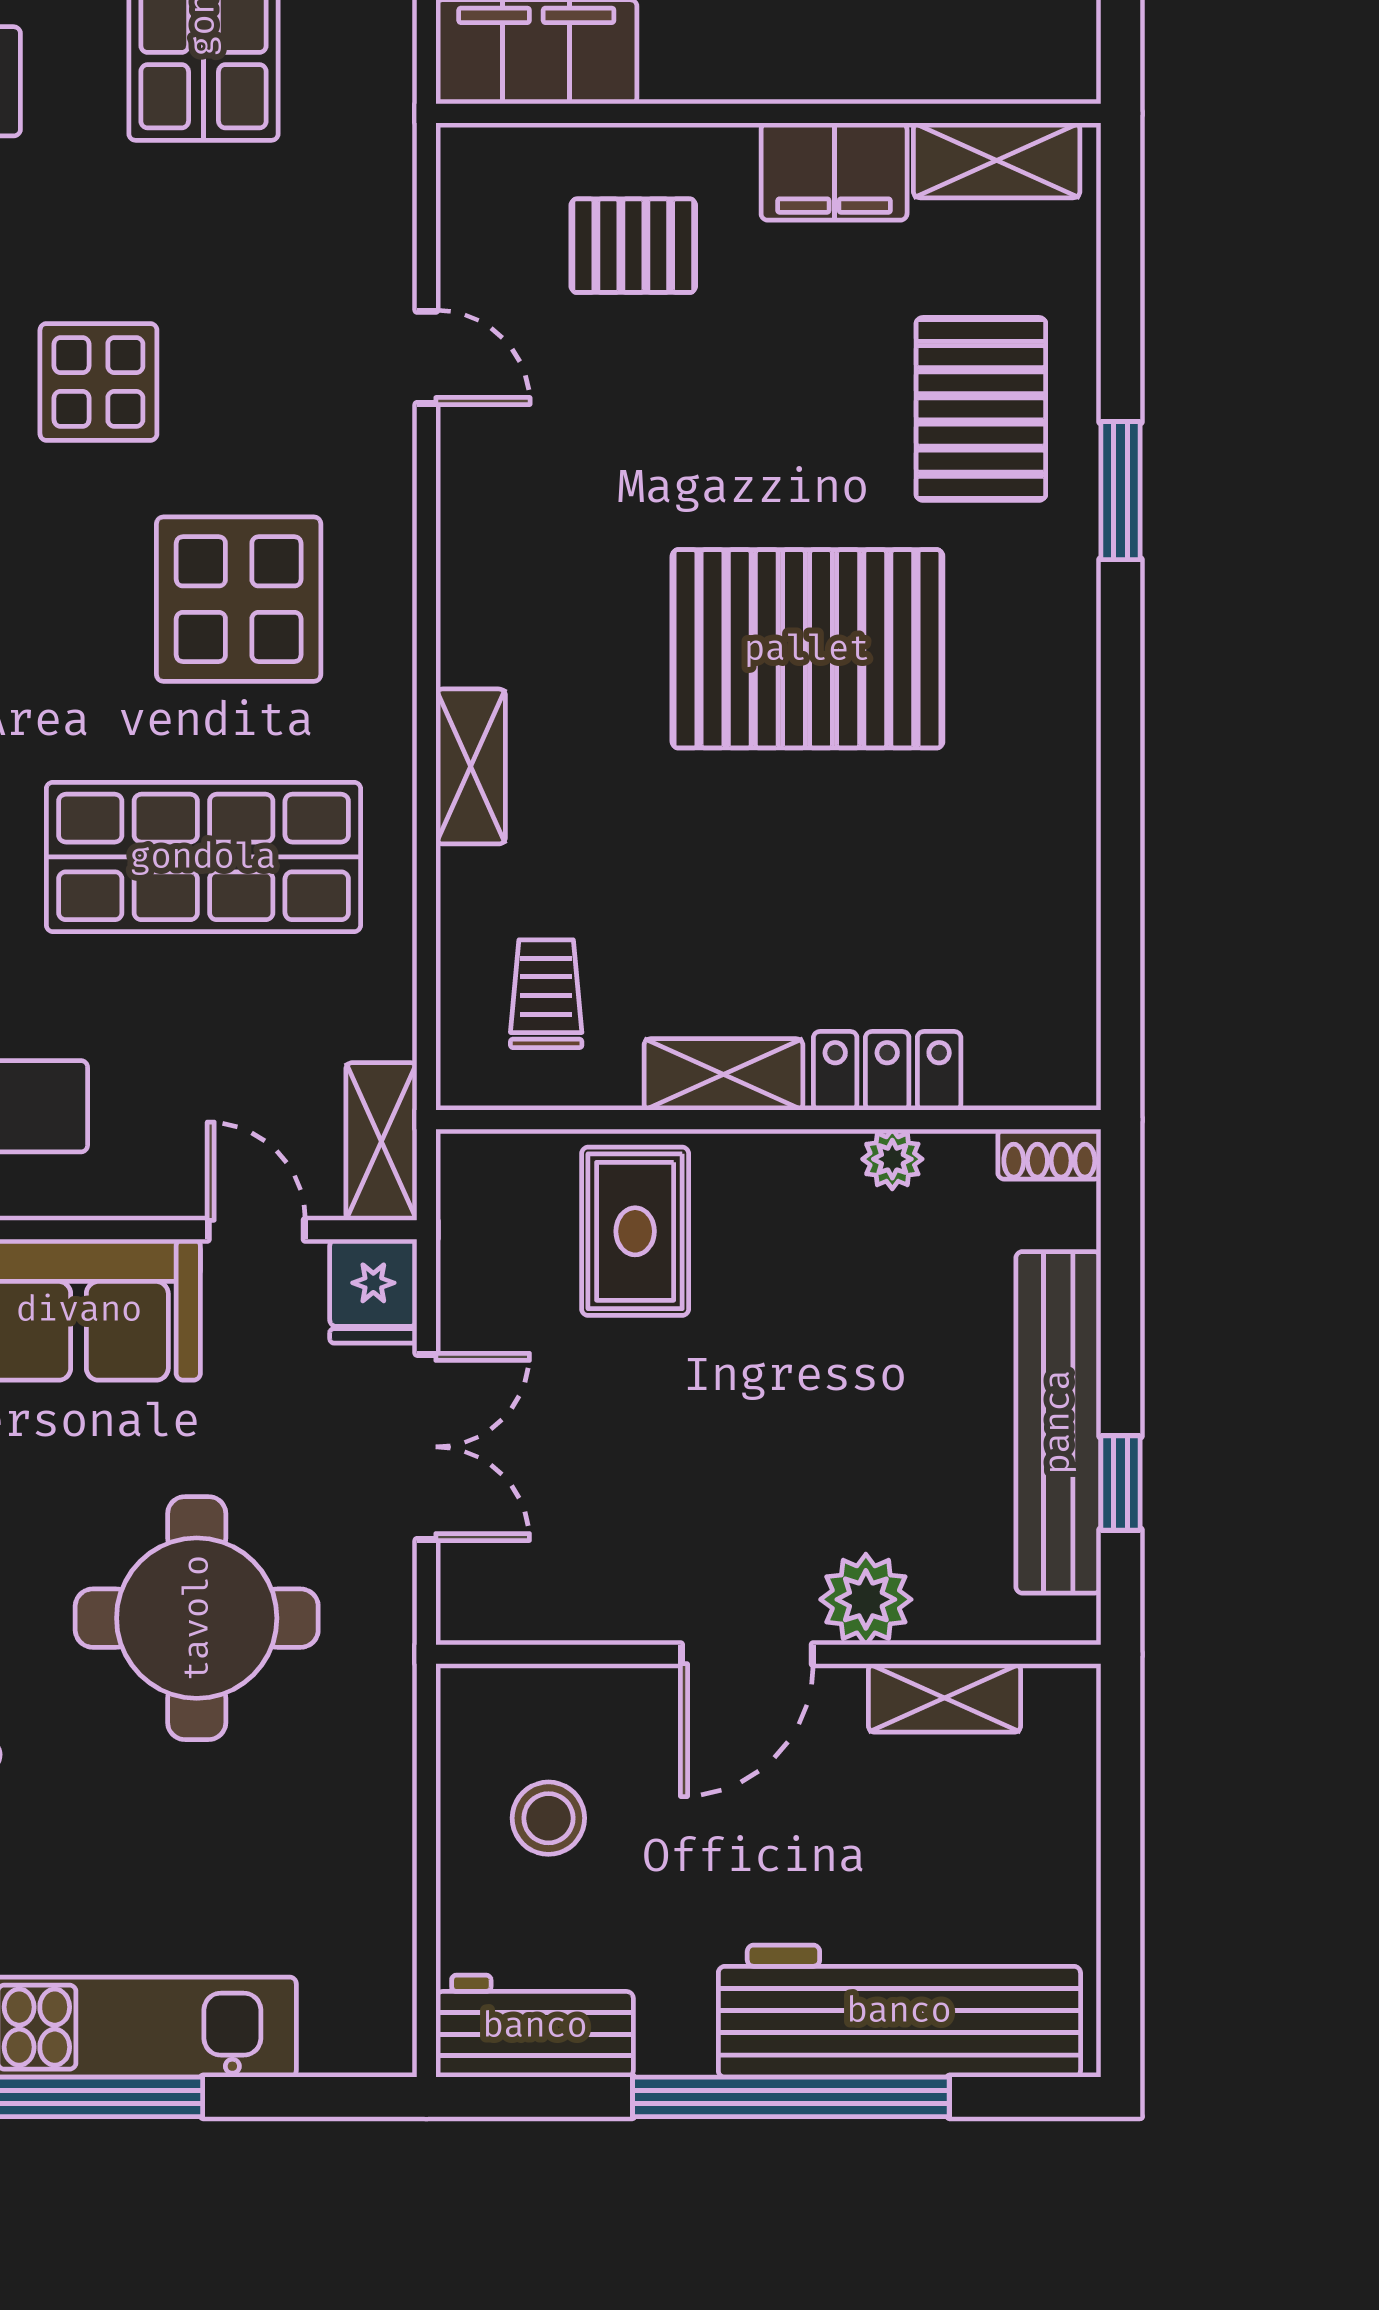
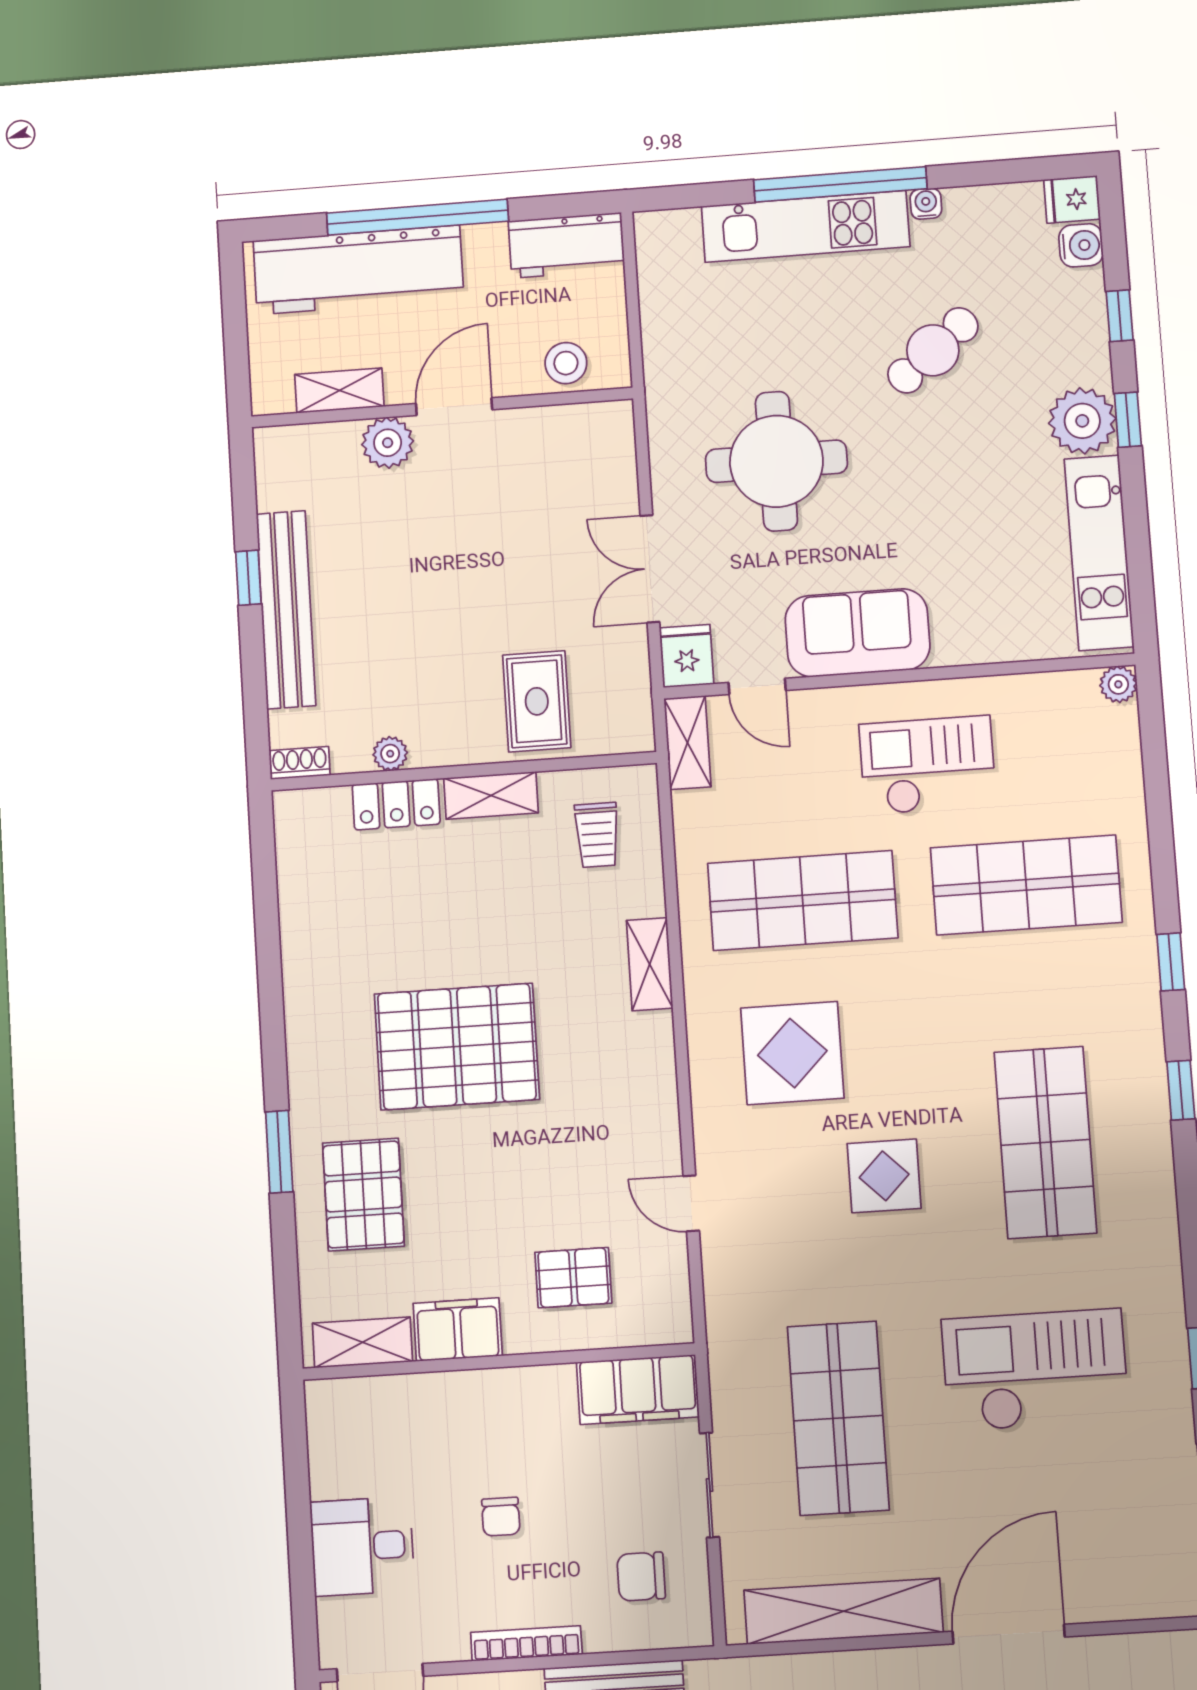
plant: (866, 1599) -> (388, 443), moved
door: (747, 1654) -> (454, 407), moved
wall: (768, 1654) -> (442, 407), moved
shelving: (945, 1698) -> (339, 390), moved

